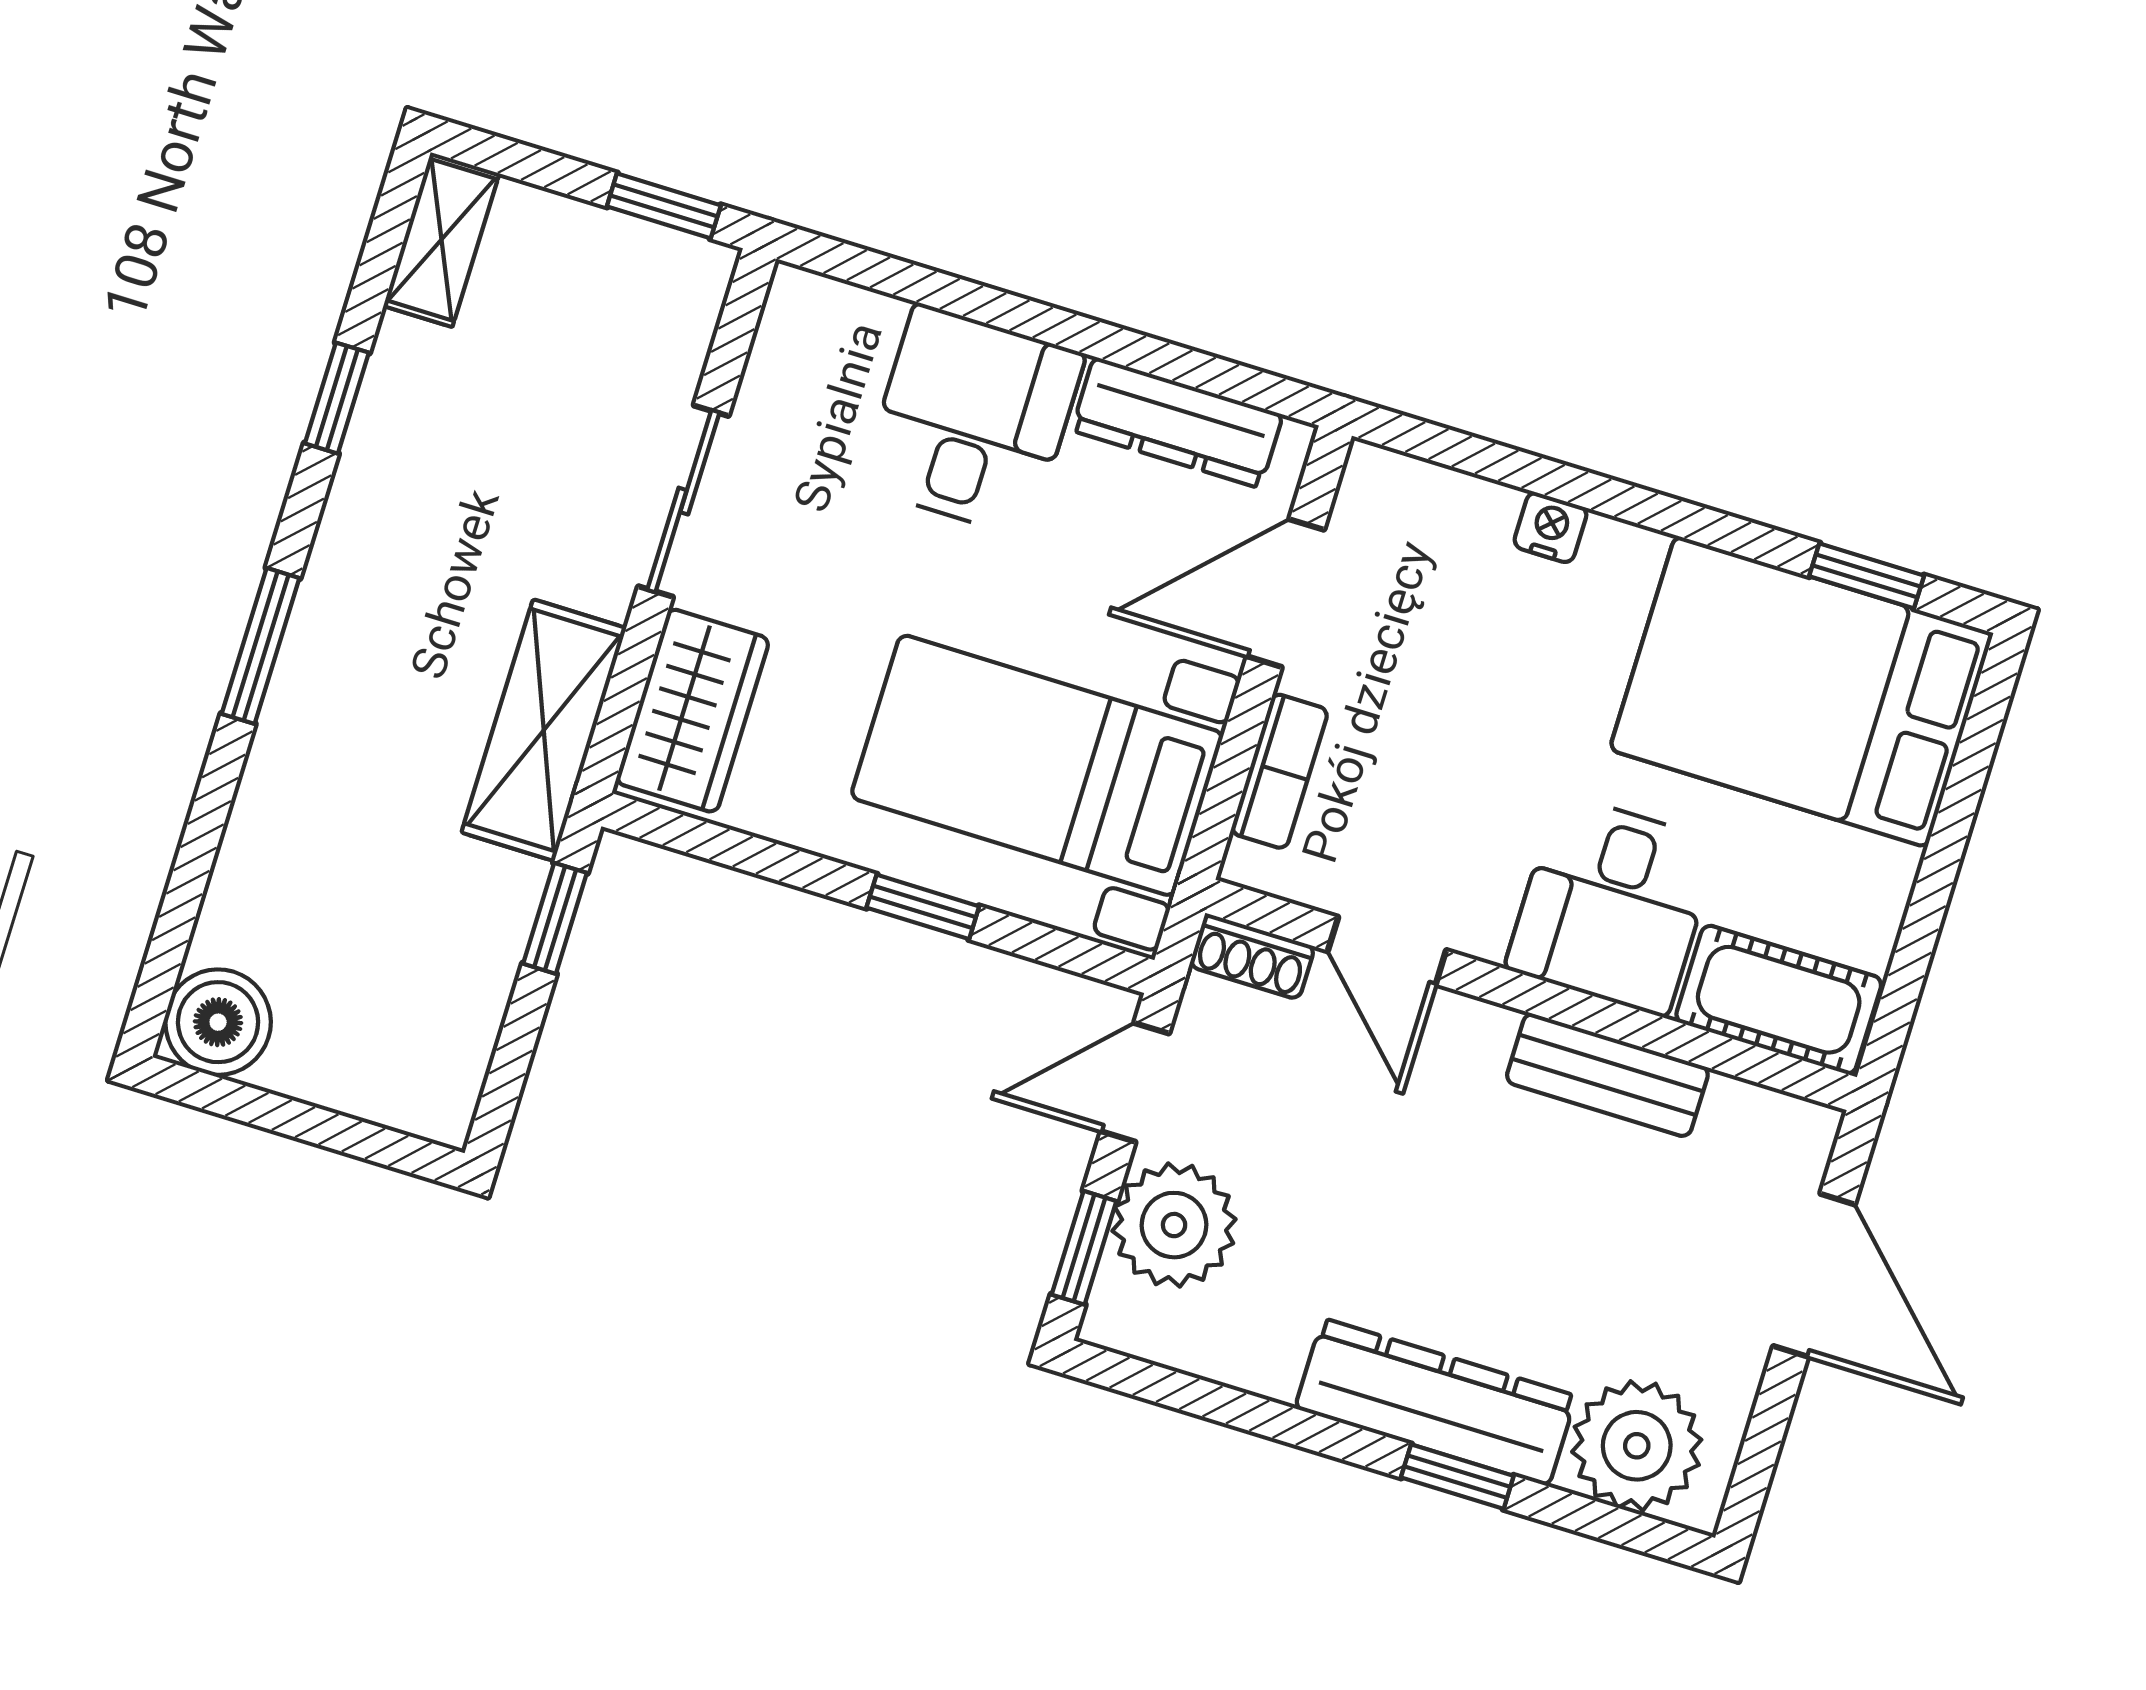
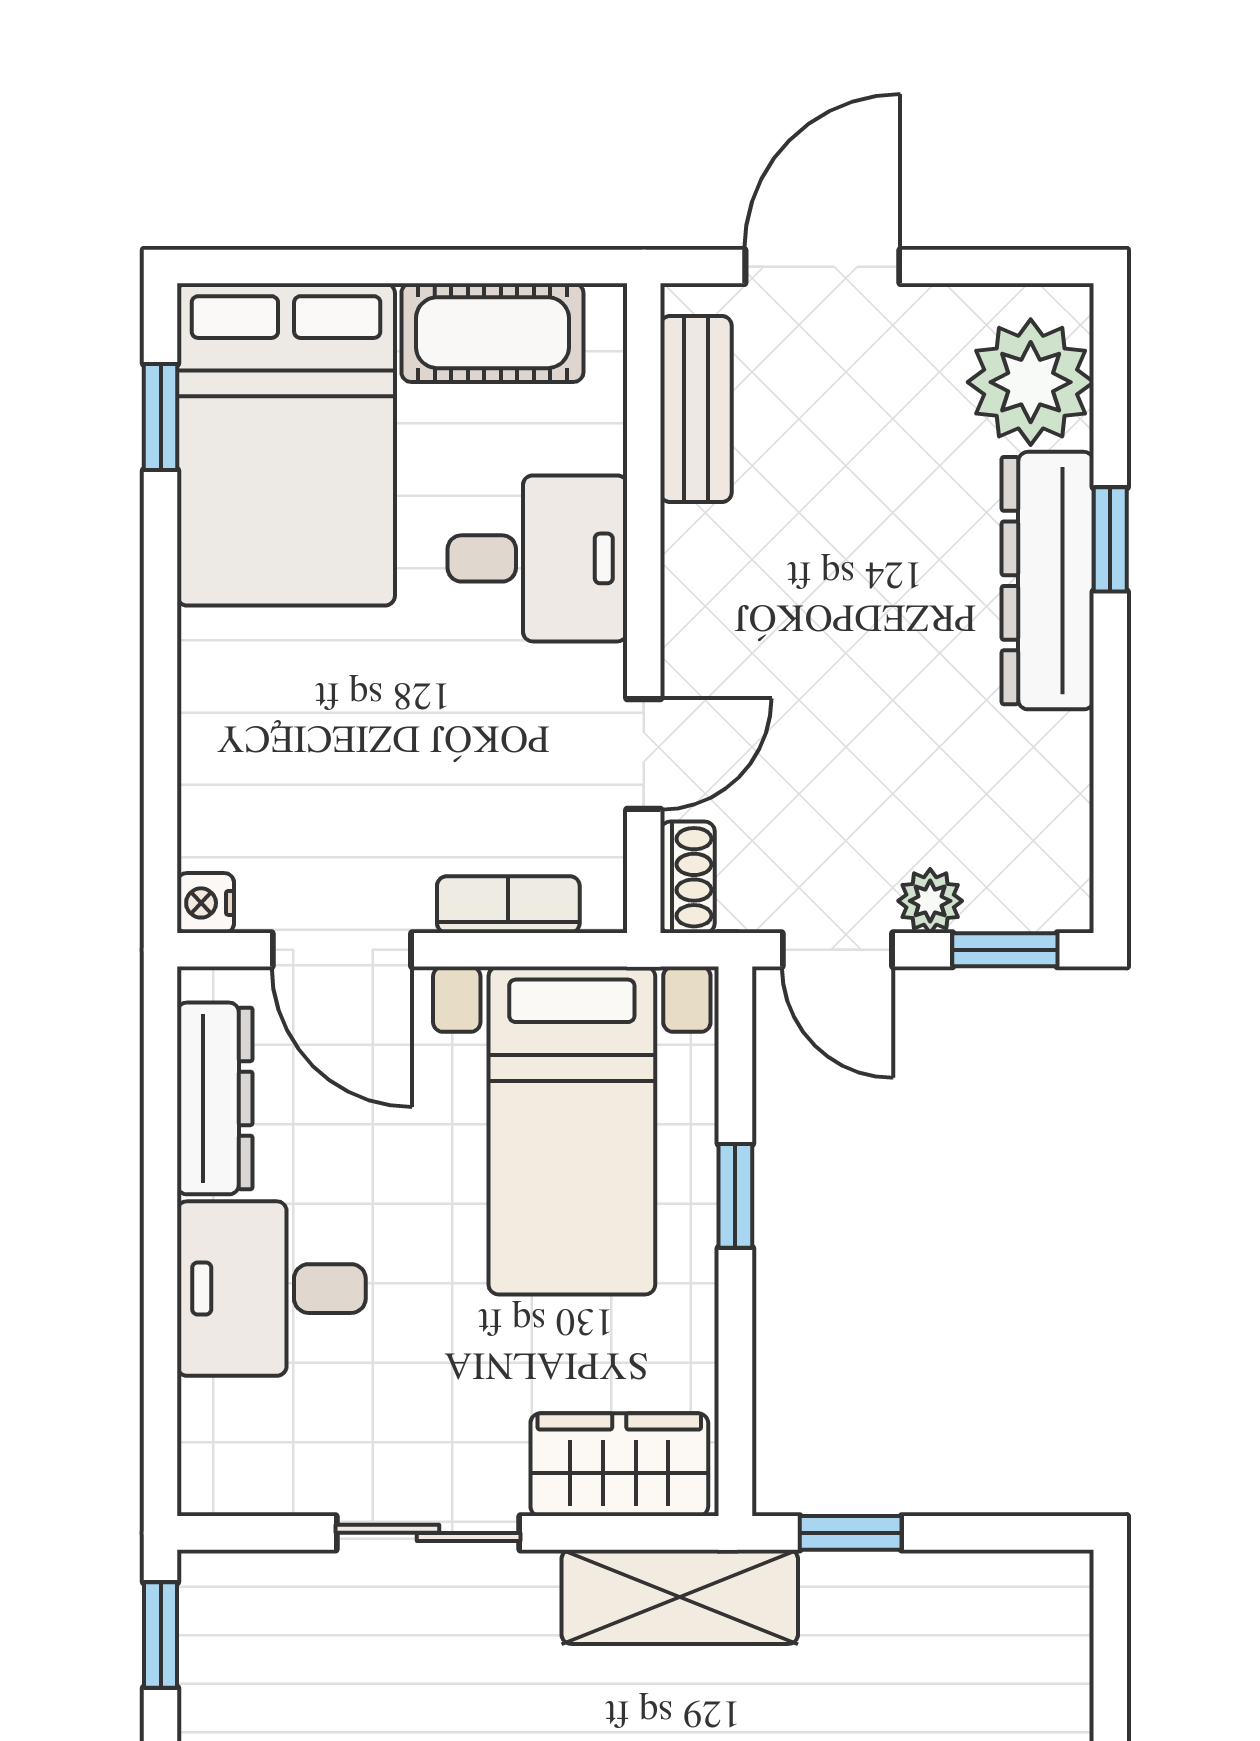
nightstand: (1550, 527) -> (206, 903), moved
cot: (1779, 1000) -> (492, 333), moved, turned 90
bench: (1607, 1075) -> (696, 409), moved
plant: (1174, 1225) -> (930, 901), width x0.53, depth x0.53

